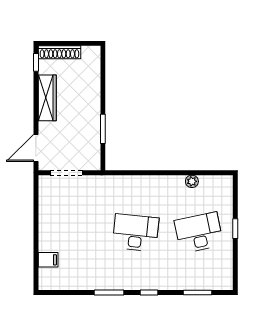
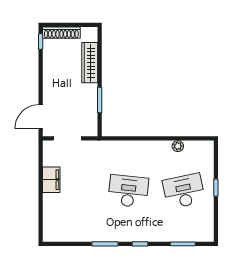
wardrobe: (47, 98) -> (90, 63), moved, turned 180
filing cabinet: (48, 260) -> (51, 180), moved, width x2.00

